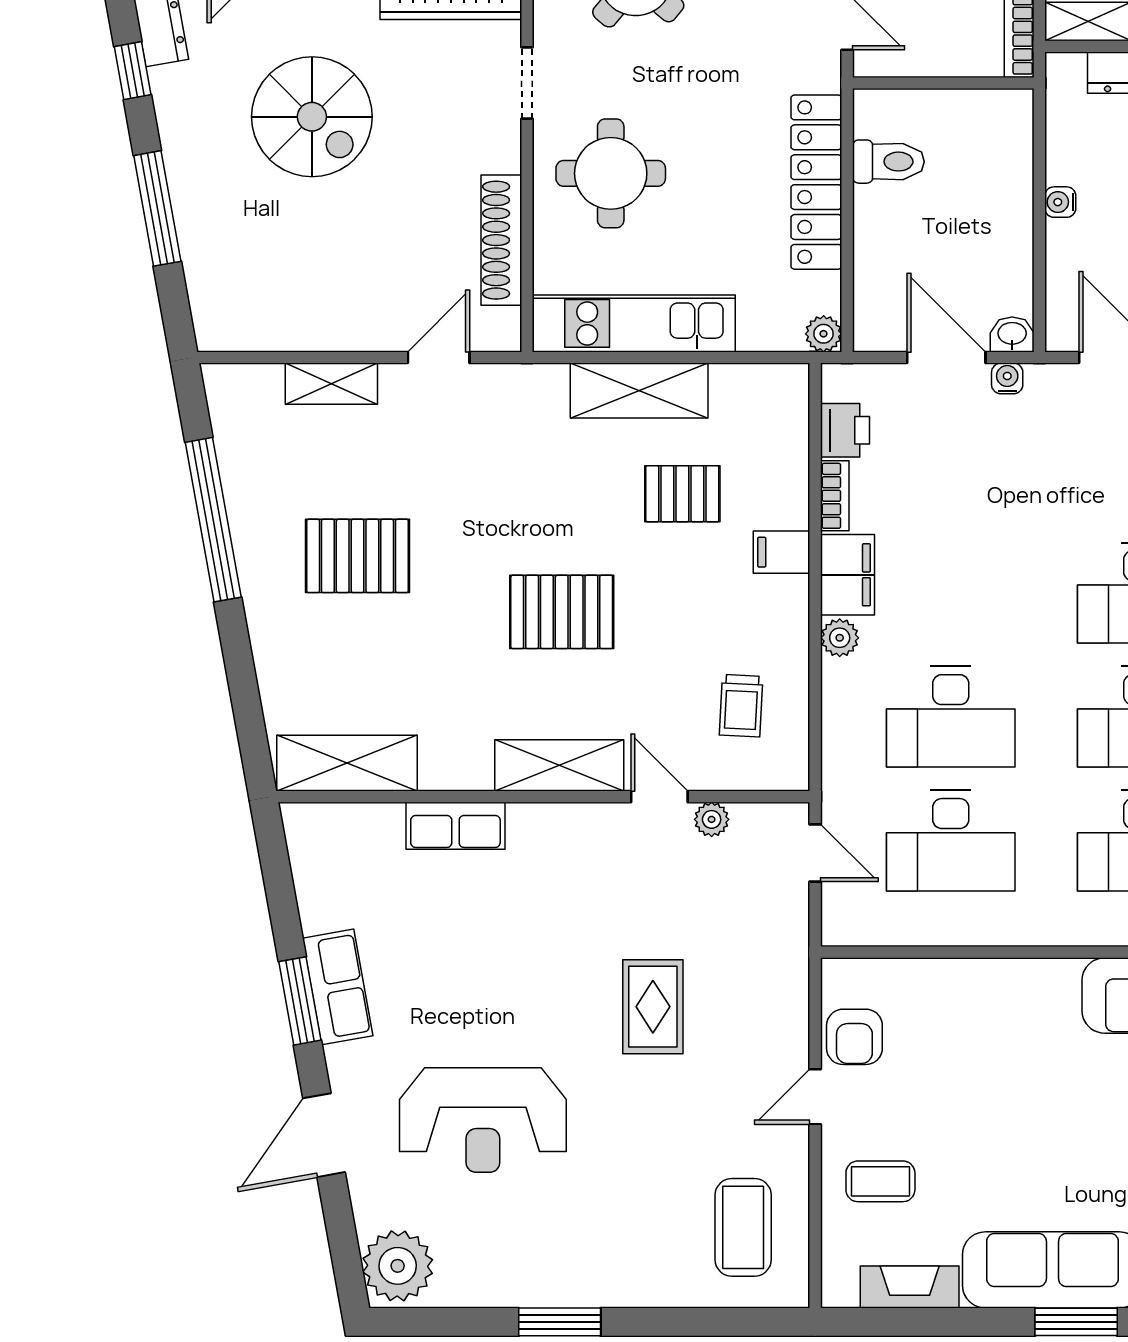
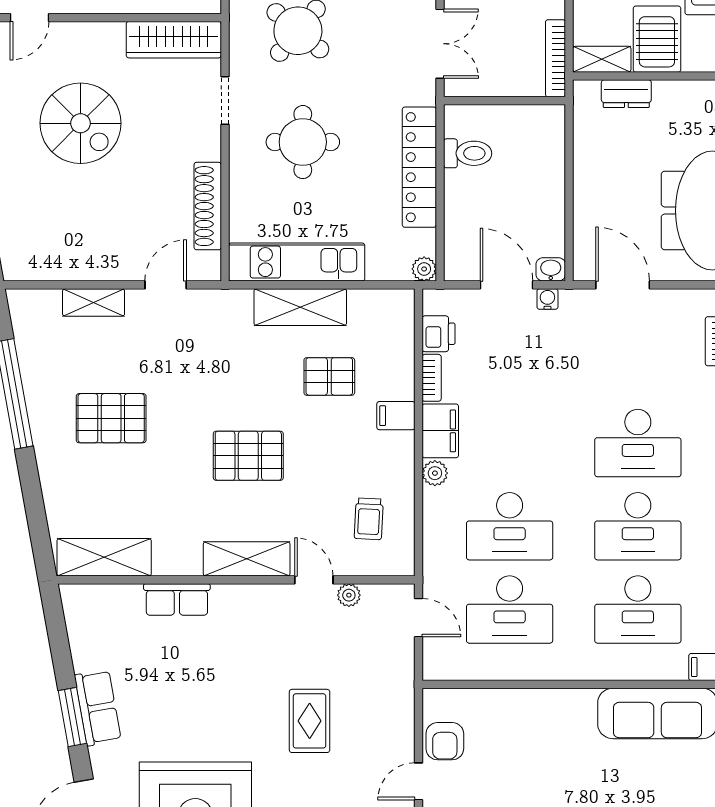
round table: (611, 173) -> (303, 142), moved
water cooler: (1060, 202) -> (583, 181), removed

